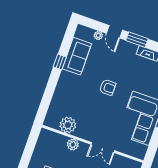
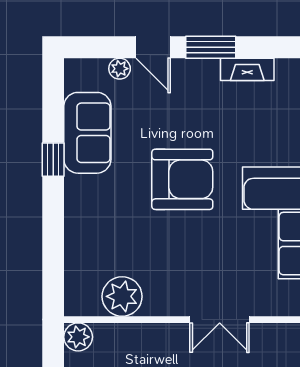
armchair: (108, 87) -> (182, 179), width x1.88, depth x1.88
plant: (73, 145) -> (78, 337), moved

